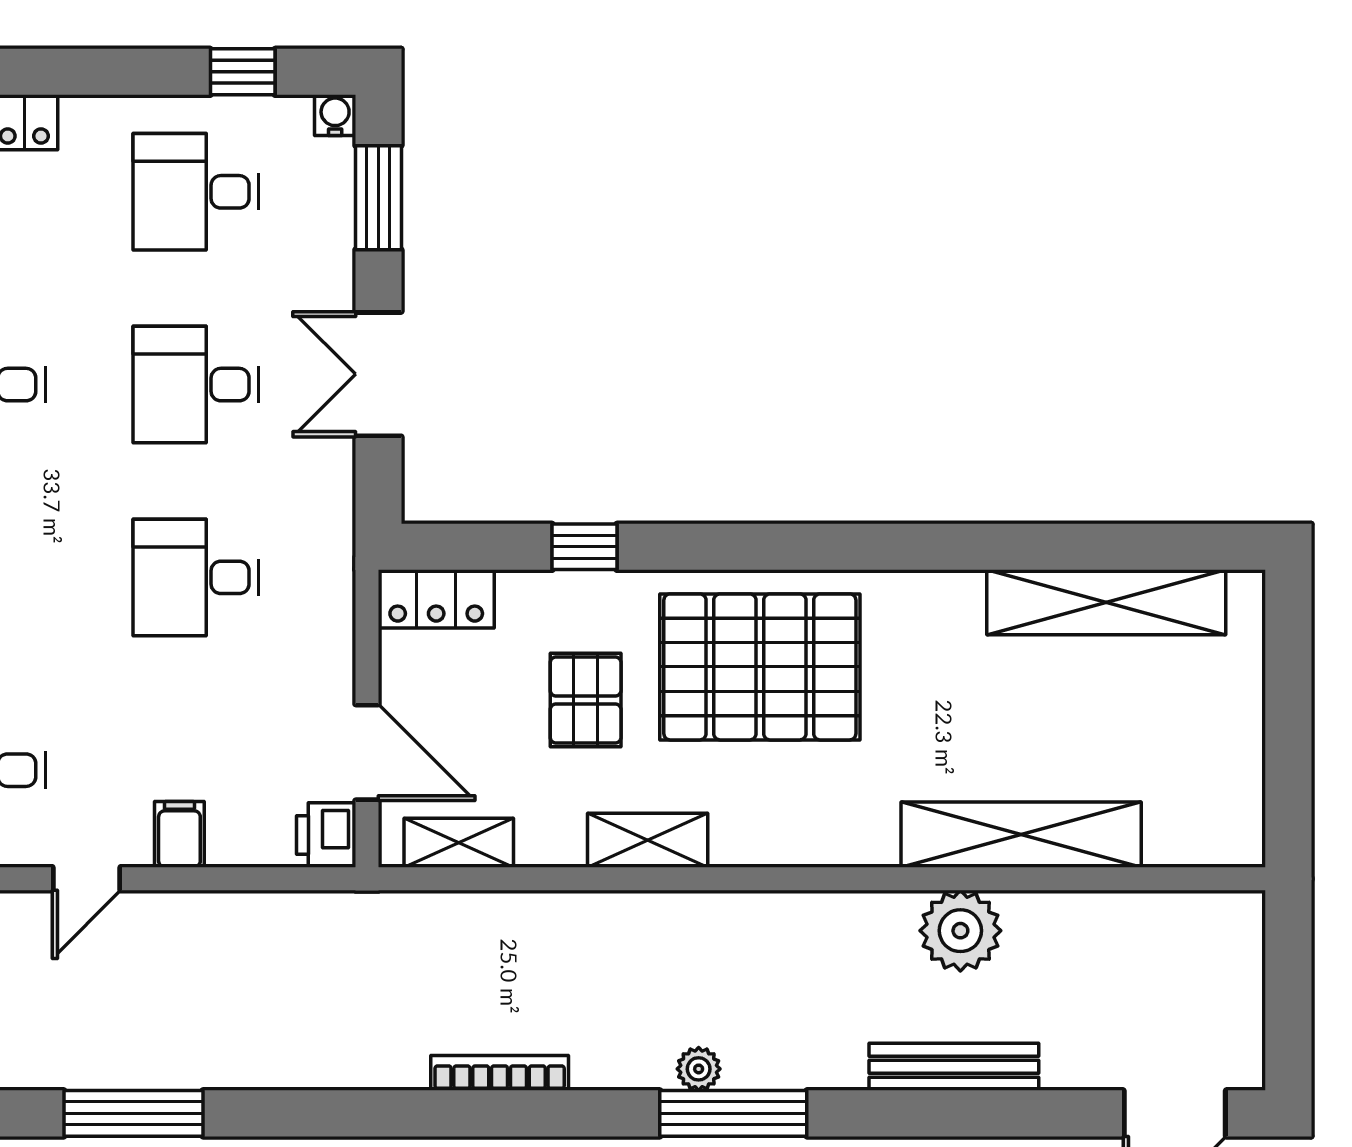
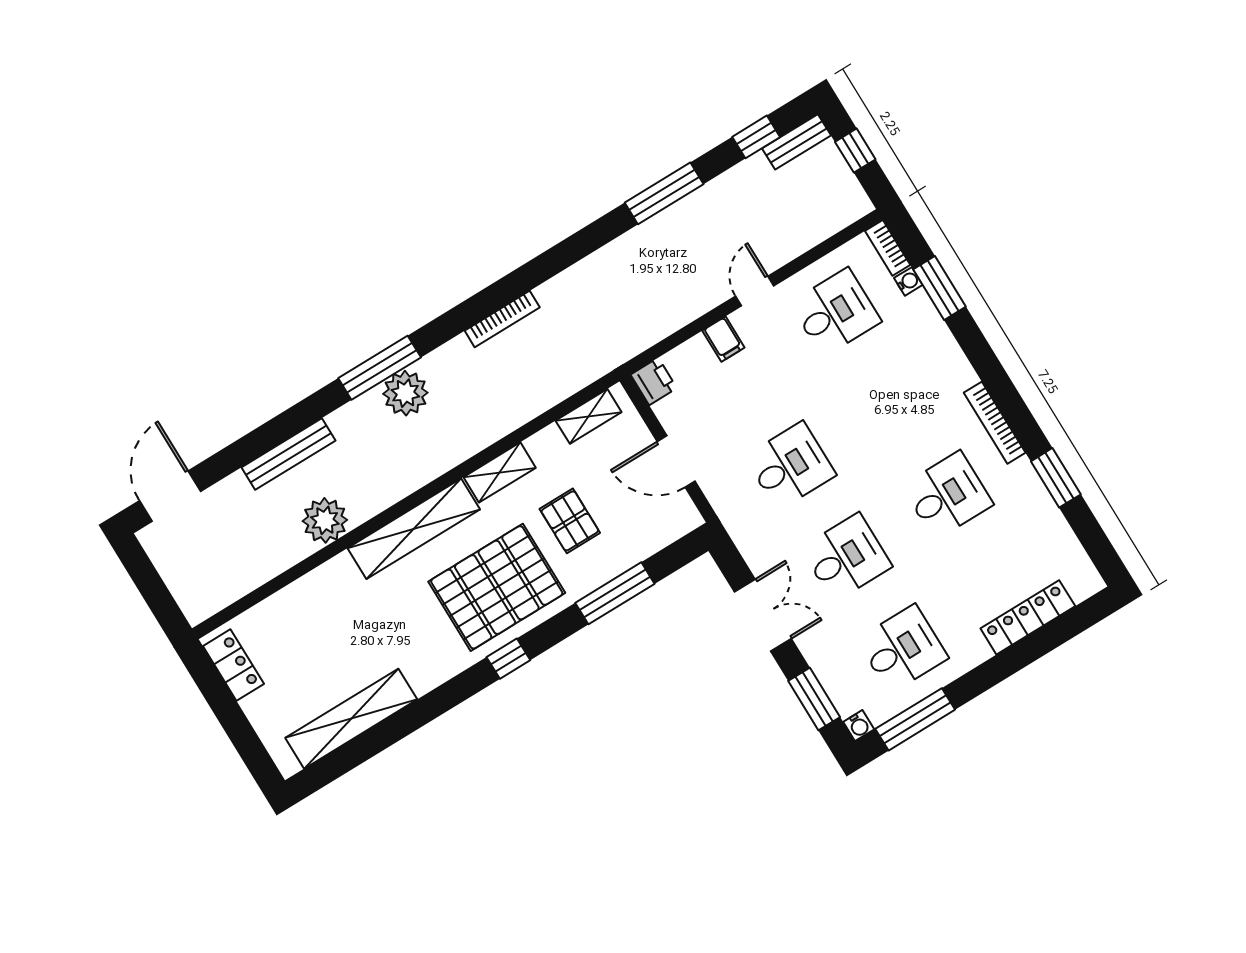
window: (243, 72) -> (915, 719), width x2.17
window: (585, 547) -> (615, 593), width x2.17
window: (809, 547) -> (508, 659), added
locker: (436, 599) -> (233, 665), moved, turned 90
door: (367, 752) -> (676, 461), moved
shelving: (1021, 835) -> (414, 529), moved
plant: (699, 1069) -> (405, 393), width x1.87, depth x1.87

